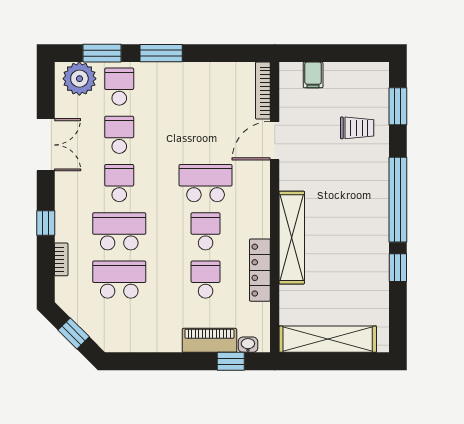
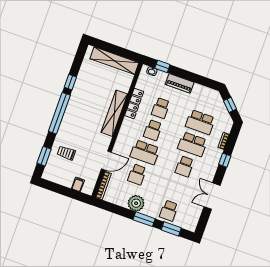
plant: (79, 79) -> (136, 203), moved
school desk: (119, 135) -> (137, 174), moved
piano: (209, 340) -> (180, 83), moved

